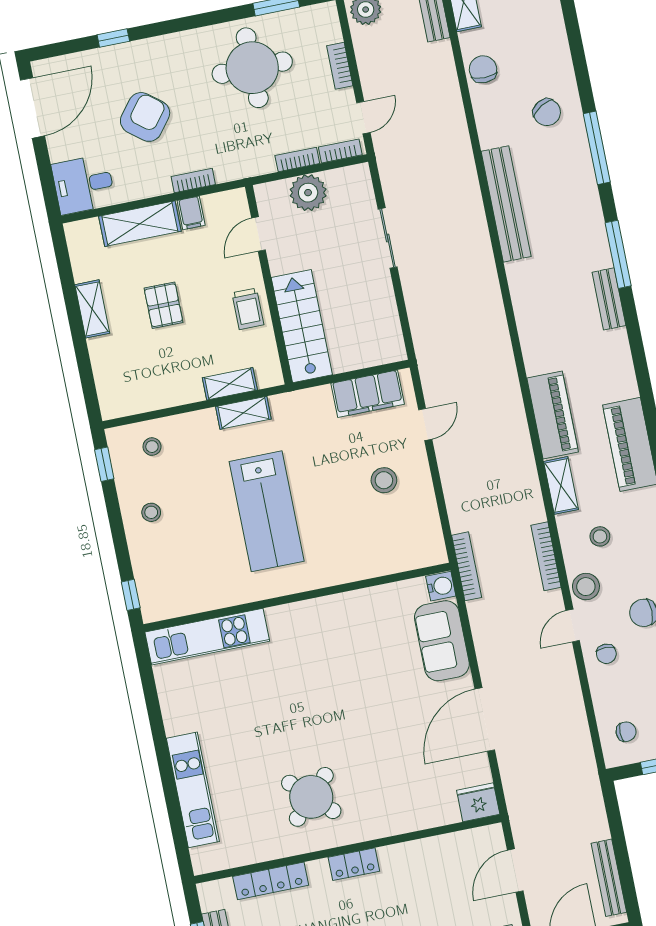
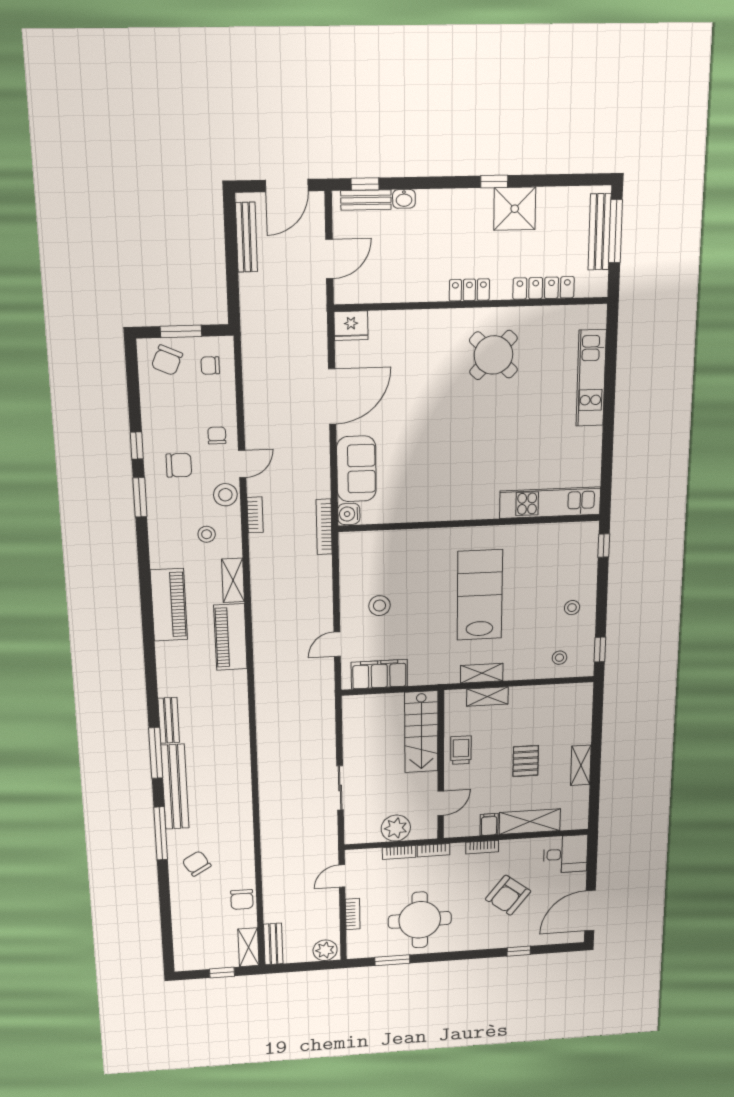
bookcase: (340, 151) -> (433, 850), moved
bench: (506, 204) -> (175, 787), moved
bookcase: (546, 556) -> (255, 515), width x0.64

